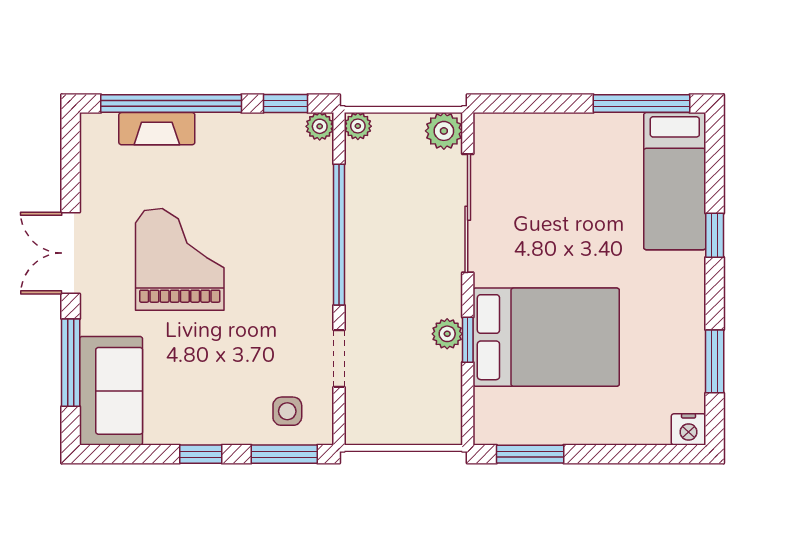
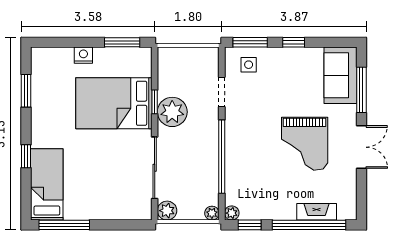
plant: (447, 334) -> (172, 112), width x1.87, depth x1.87
nightstand: (689, 429) -> (83, 55), moved

